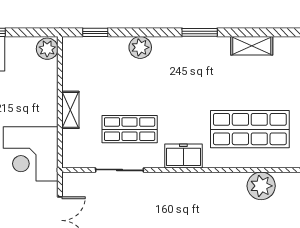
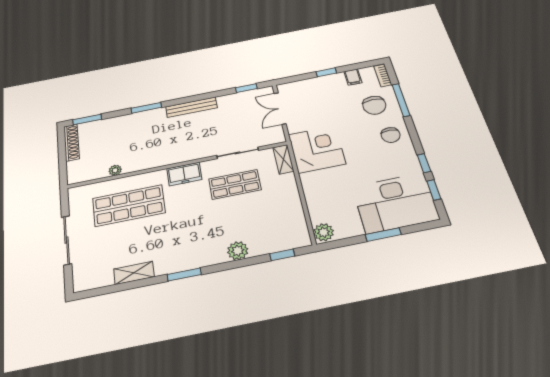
shelving: (70, 110) -> (283, 159), moved
plant: (261, 186) -> (115, 170), width x0.53, depth x0.53

